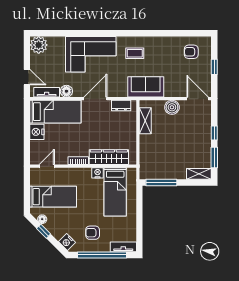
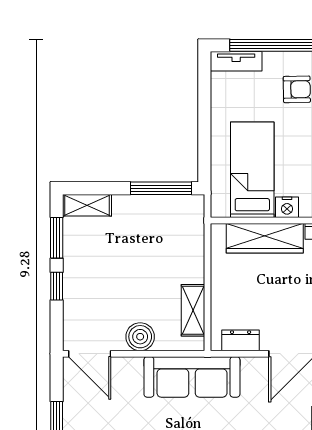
sofa: (146, 87) -> (192, 377), width x1.36

